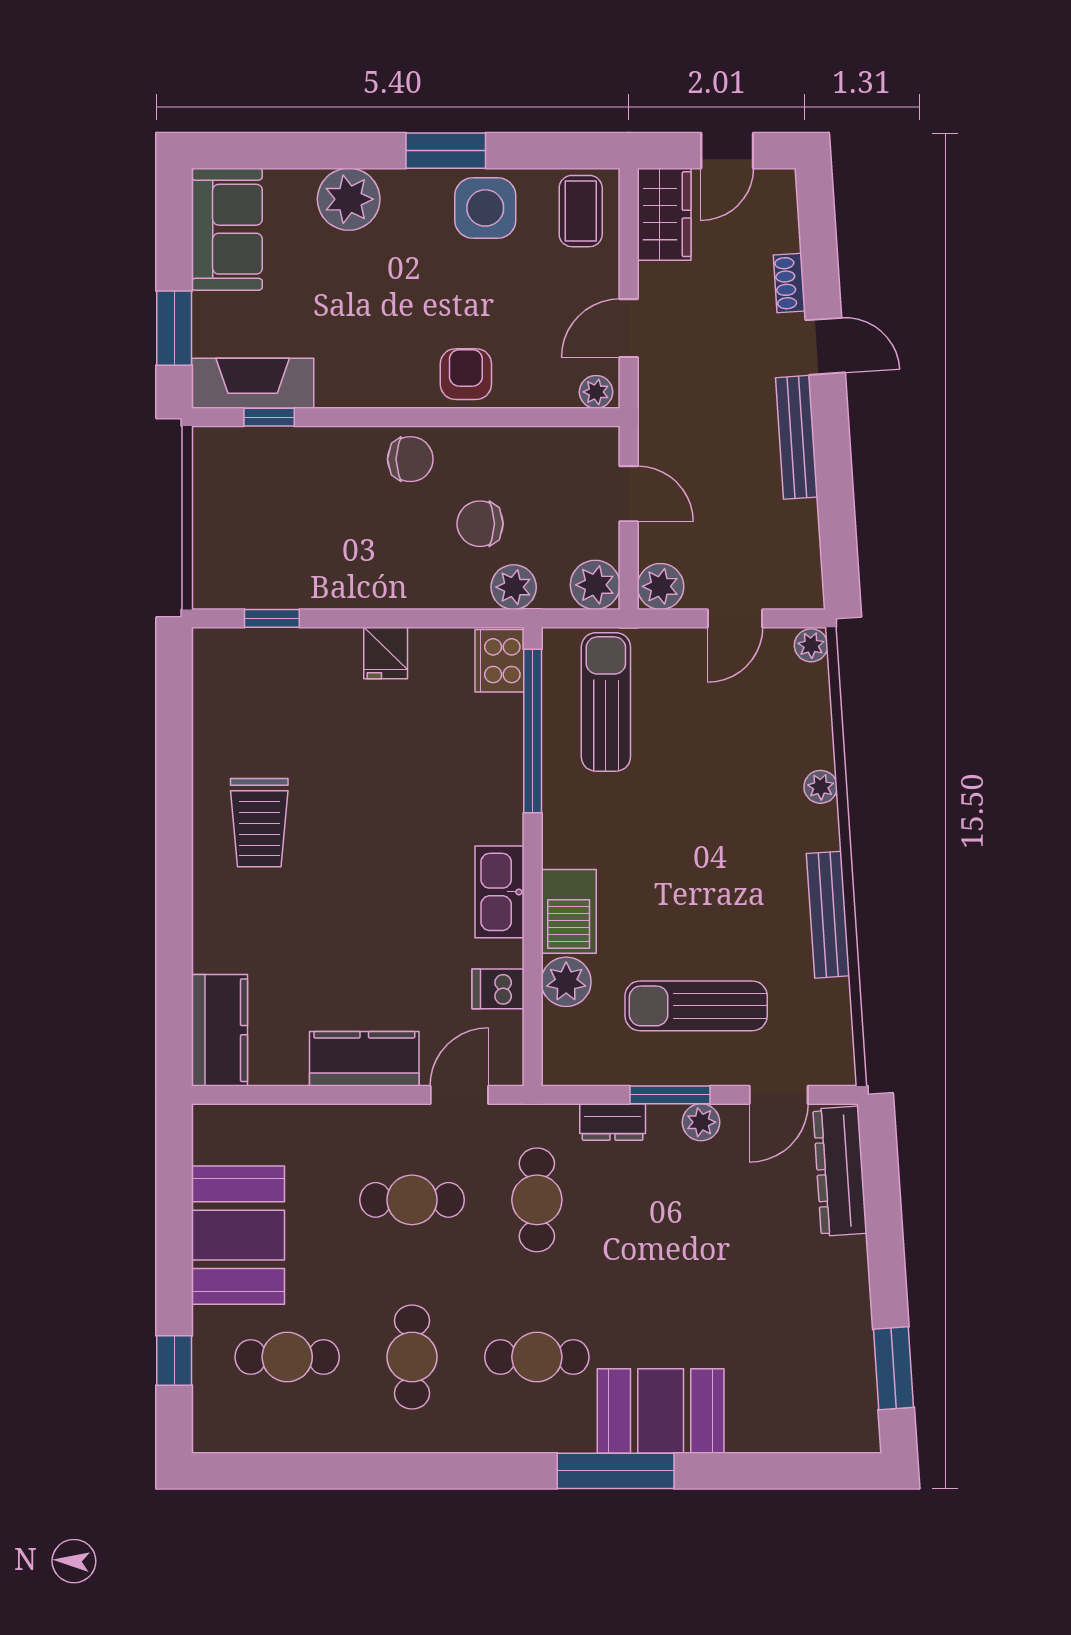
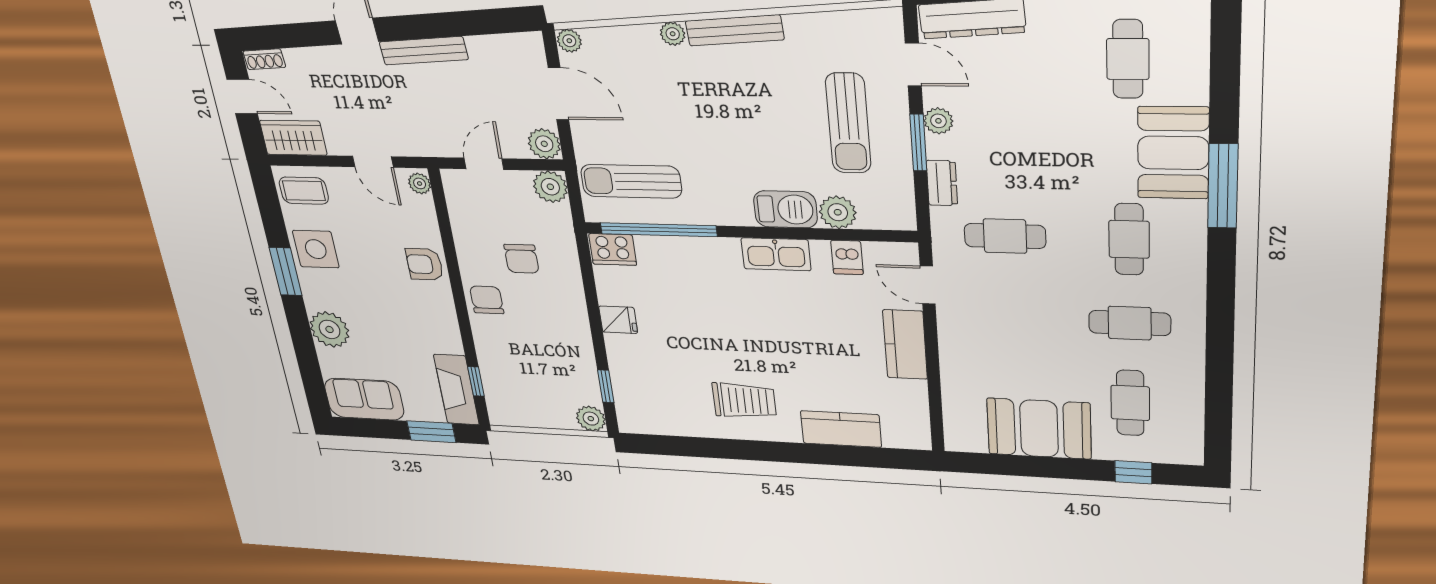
shoe rack: (789, 283) -> (264, 59), moved
plant: (514, 587) -> (591, 419), moved
door: (735, 618) -> (558, 94), width x1.38
bench: (828, 915) -> (735, 30), moved
kitchen counter: (219, 1030) -> (841, 429), moved
cafe table: (412, 1200) -> (1128, 59), moved

